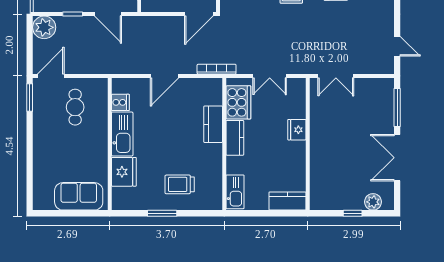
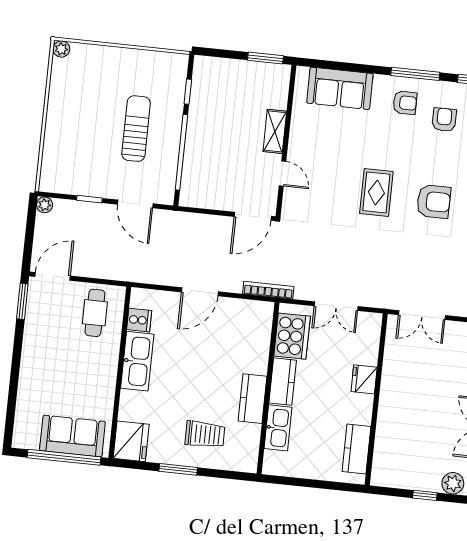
plant: (44, 27) -> (45, 205), width x0.53, depth x0.53
cafe table: (75, 107) -> (95, 313), moved
kitchen counter: (213, 124) -> (252, 399), moved
fridge: (124, 172) -> (131, 441), moved
trolley: (180, 184) -> (205, 434), turned 180
kitchen sink: (235, 192) -> (278, 428), moved
kitchen counter: (287, 201) -> (357, 449), moved, turned -90
window: (74, 213) -> (64, 457), added

